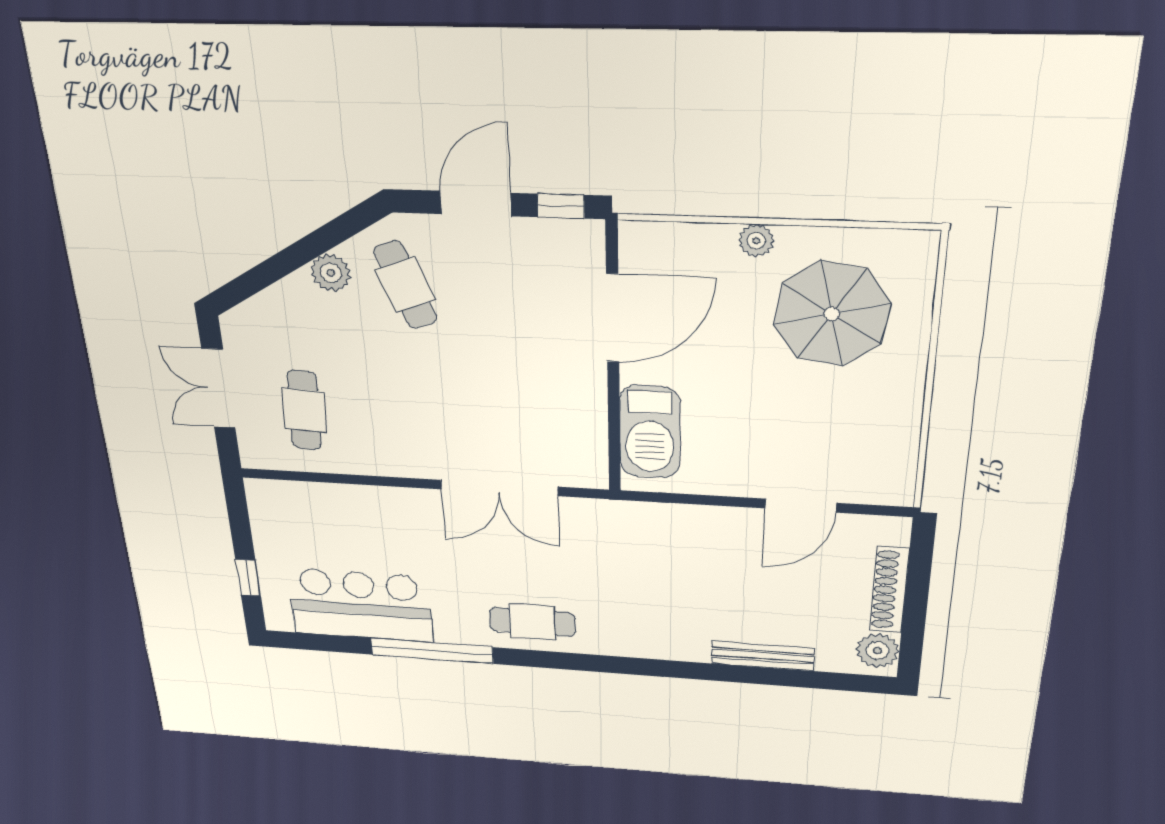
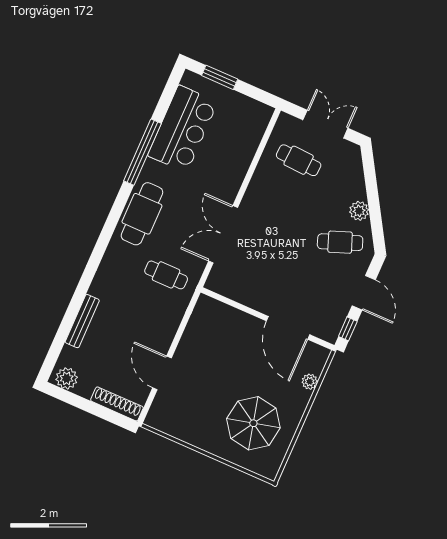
plant: (756, 241) -> (310, 382), moved
barbecue: (650, 432) -> (226, 320), removed
cafe table: (617, 554) -> (166, 275), added
window: (248, 578) -> (220, 77), width x1.50
shoe rack: (889, 590) -> (117, 404), moved
cafe table: (532, 622) -> (142, 214), width x1.37, depth x1.35

